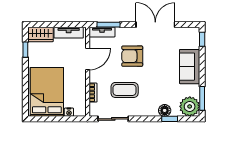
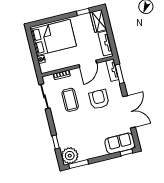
door: (88, 59) -> (88, 64), hinge flipped
sofa: (190, 67) -> (120, 143), moved
floor lamp: (165, 110) -> (62, 136), removed

